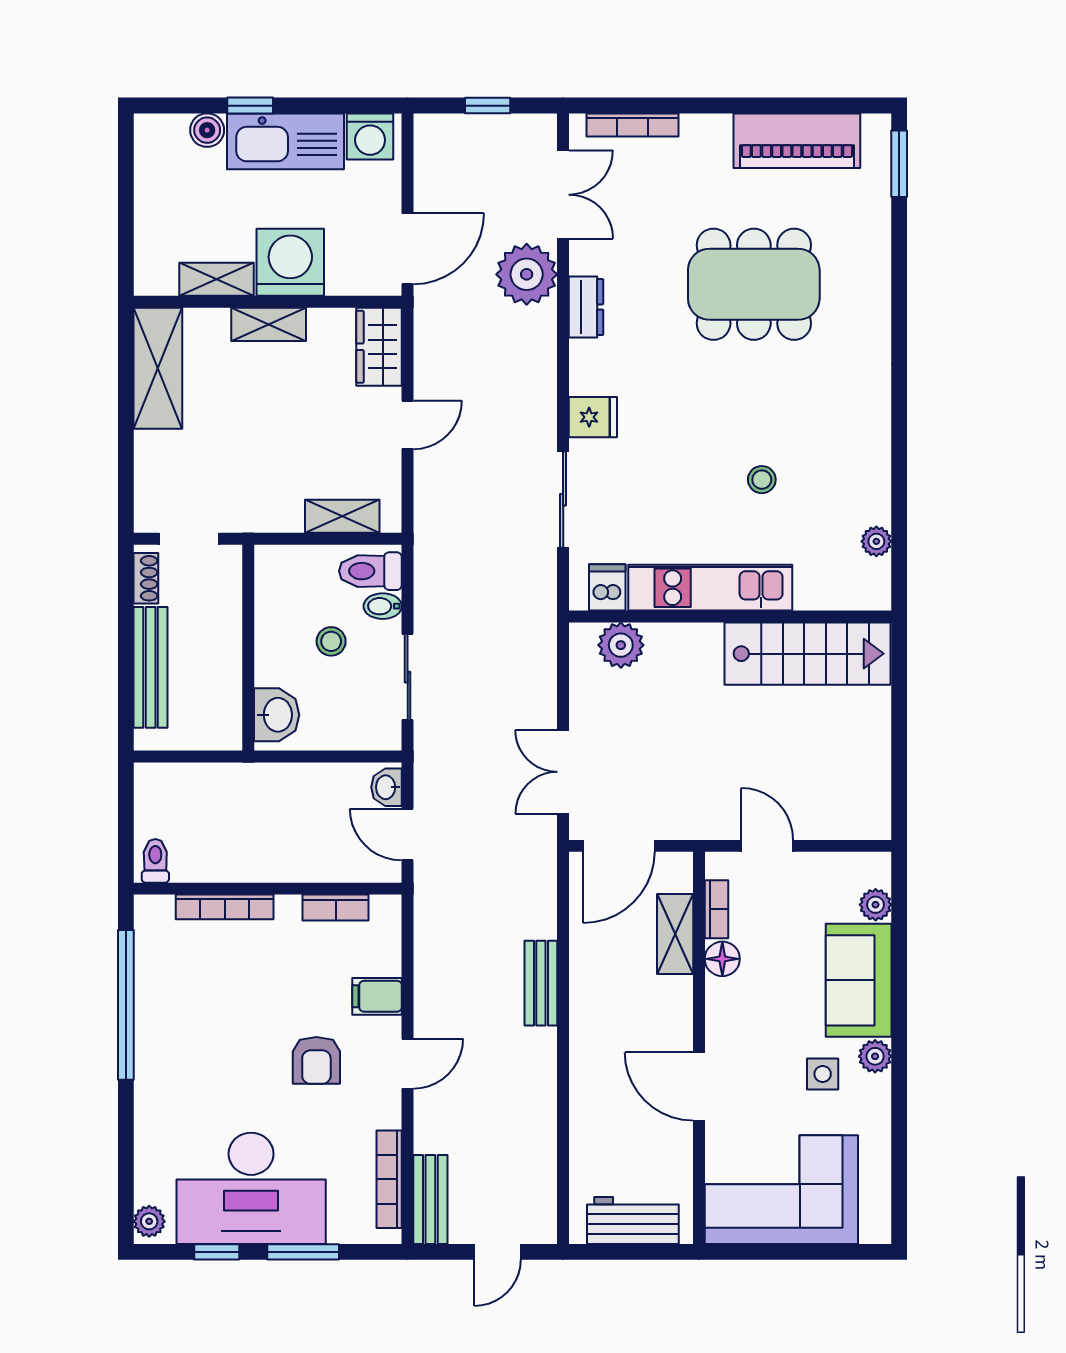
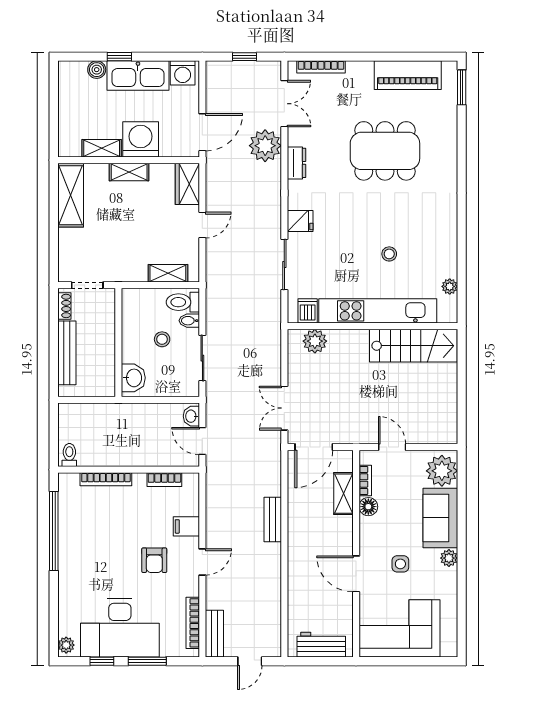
kitchen unit: (710, 588) -> (378, 311), width x1.36
plant: (876, 905) -> (442, 471), width x1.88, depth x1.88
side table: (823, 1074) -> (400, 564), moved

